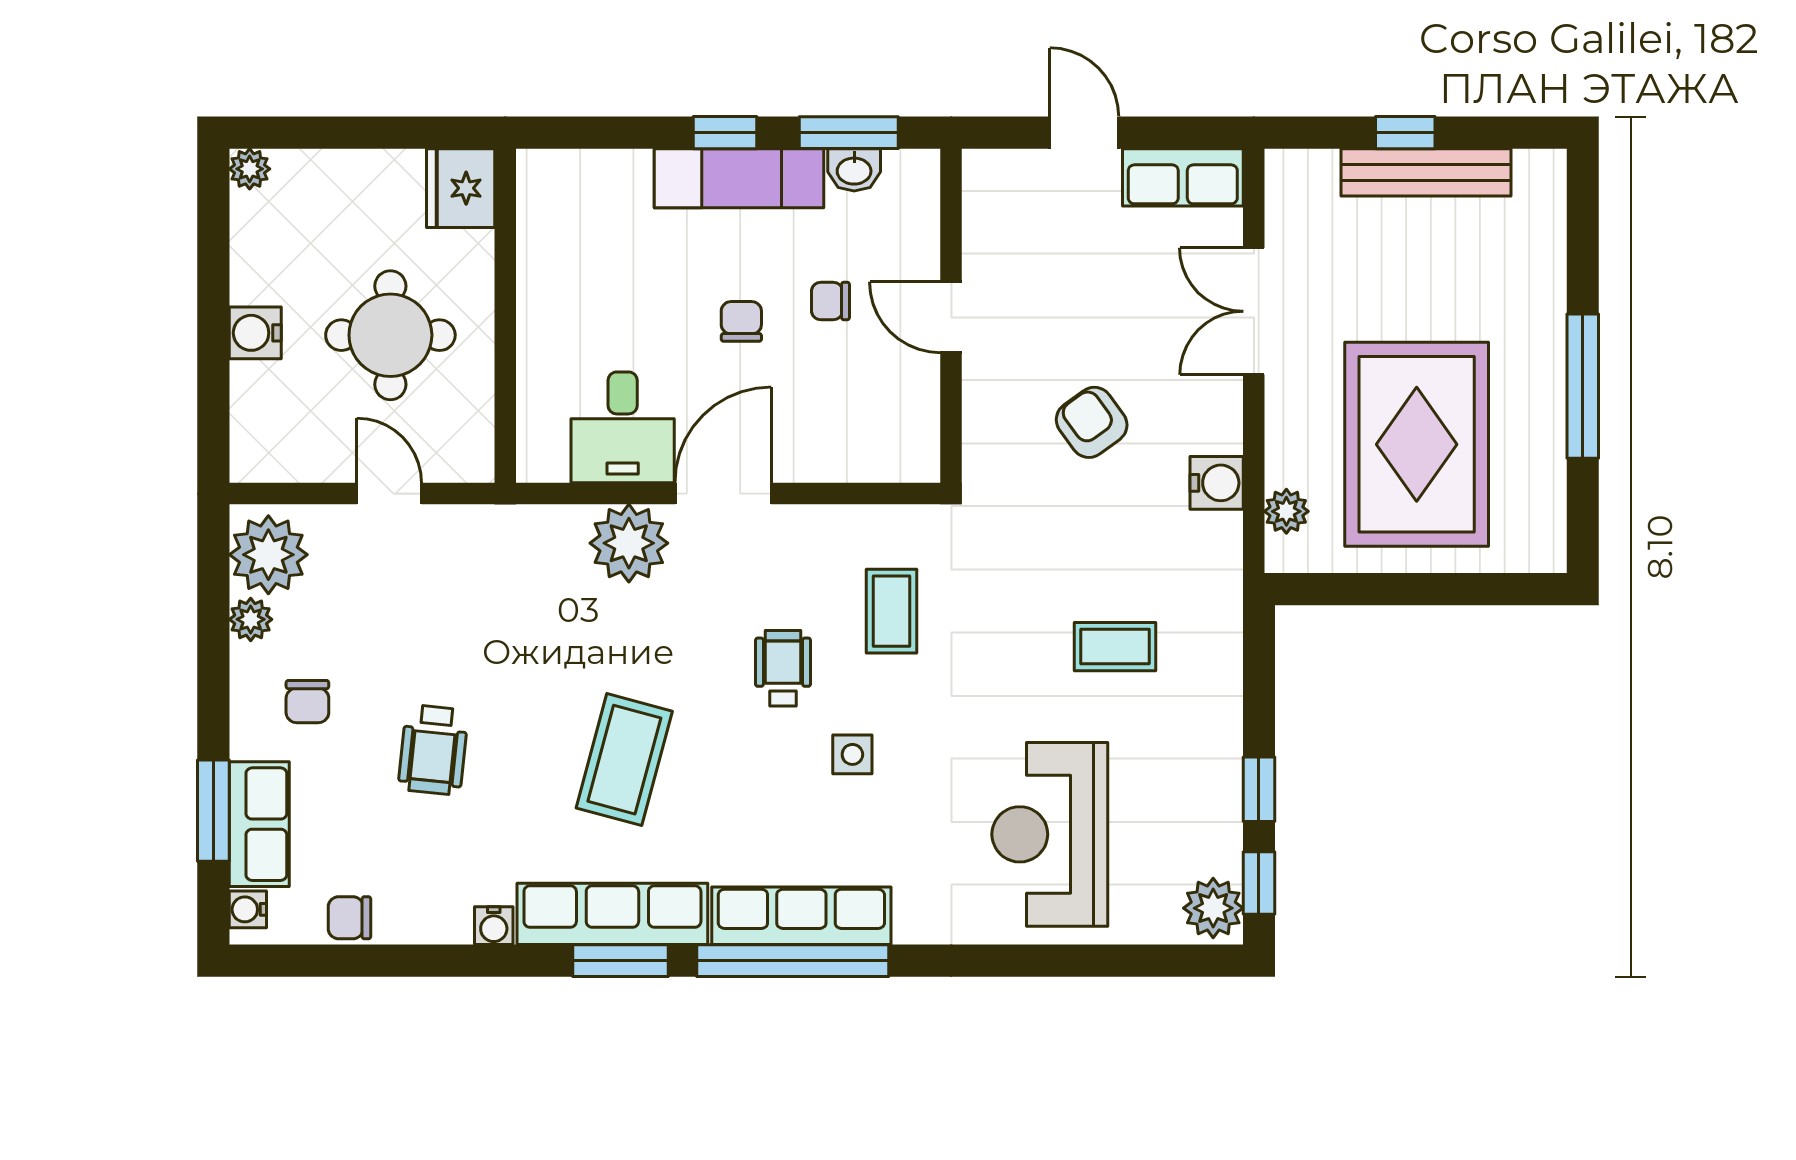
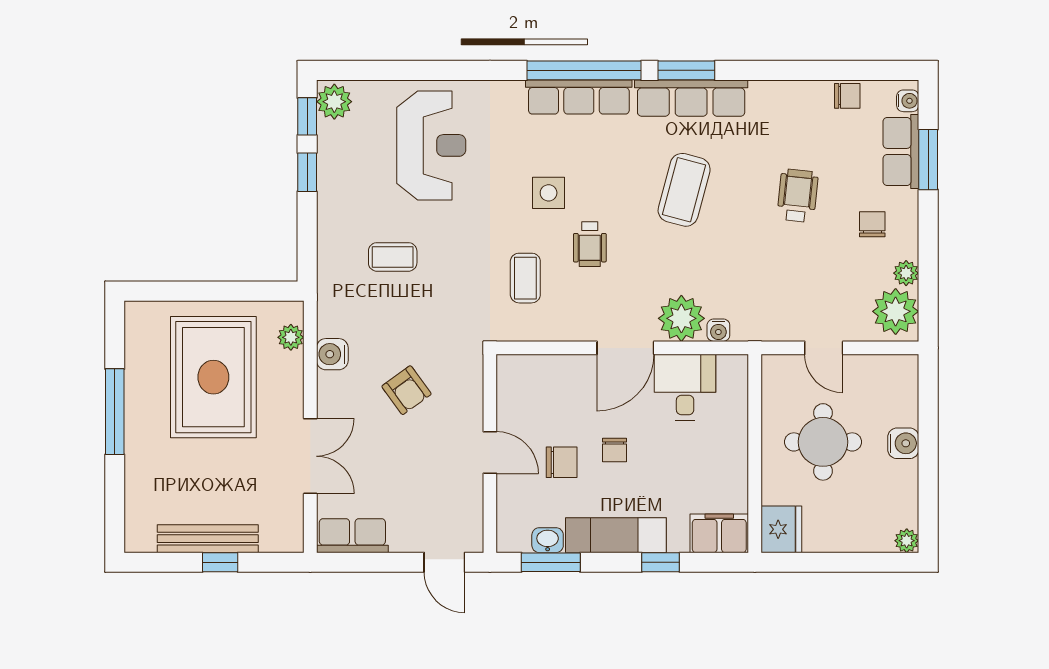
window: (725, 133) -> (661, 562), moved
door: (1084, 133) -> (444, 562), moved
filing cabinet: (565, 181) -> (719, 533), added
chair: (830, 301) -> (562, 462), width x1.37, depth x1.37
side table: (852, 754) -> (549, 193), width x1.37, depth x1.37
water cooler: (494, 926) -> (718, 330), moved, turned 180

